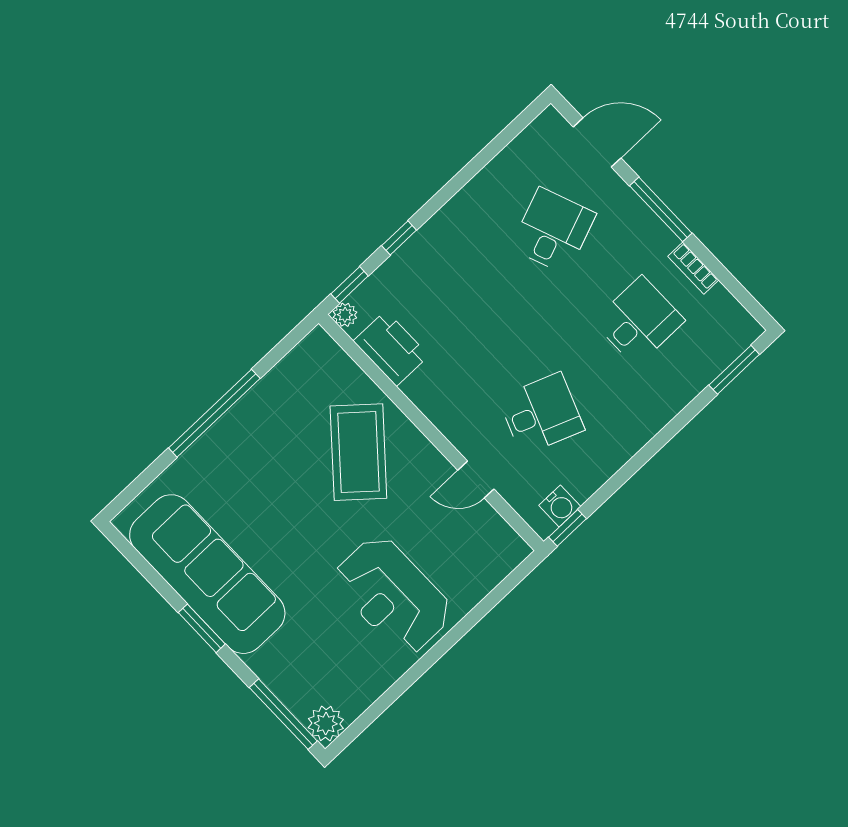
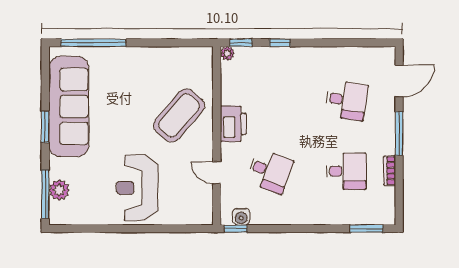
door: (597, 142) -> (399, 81), hinge flipped
desk: (553, 231) -> (346, 100), turned 30
printer: (391, 348) -> (233, 124), moved
window: (214, 413) -> (93, 43), moved
plant: (326, 724) -> (59, 190), moved

